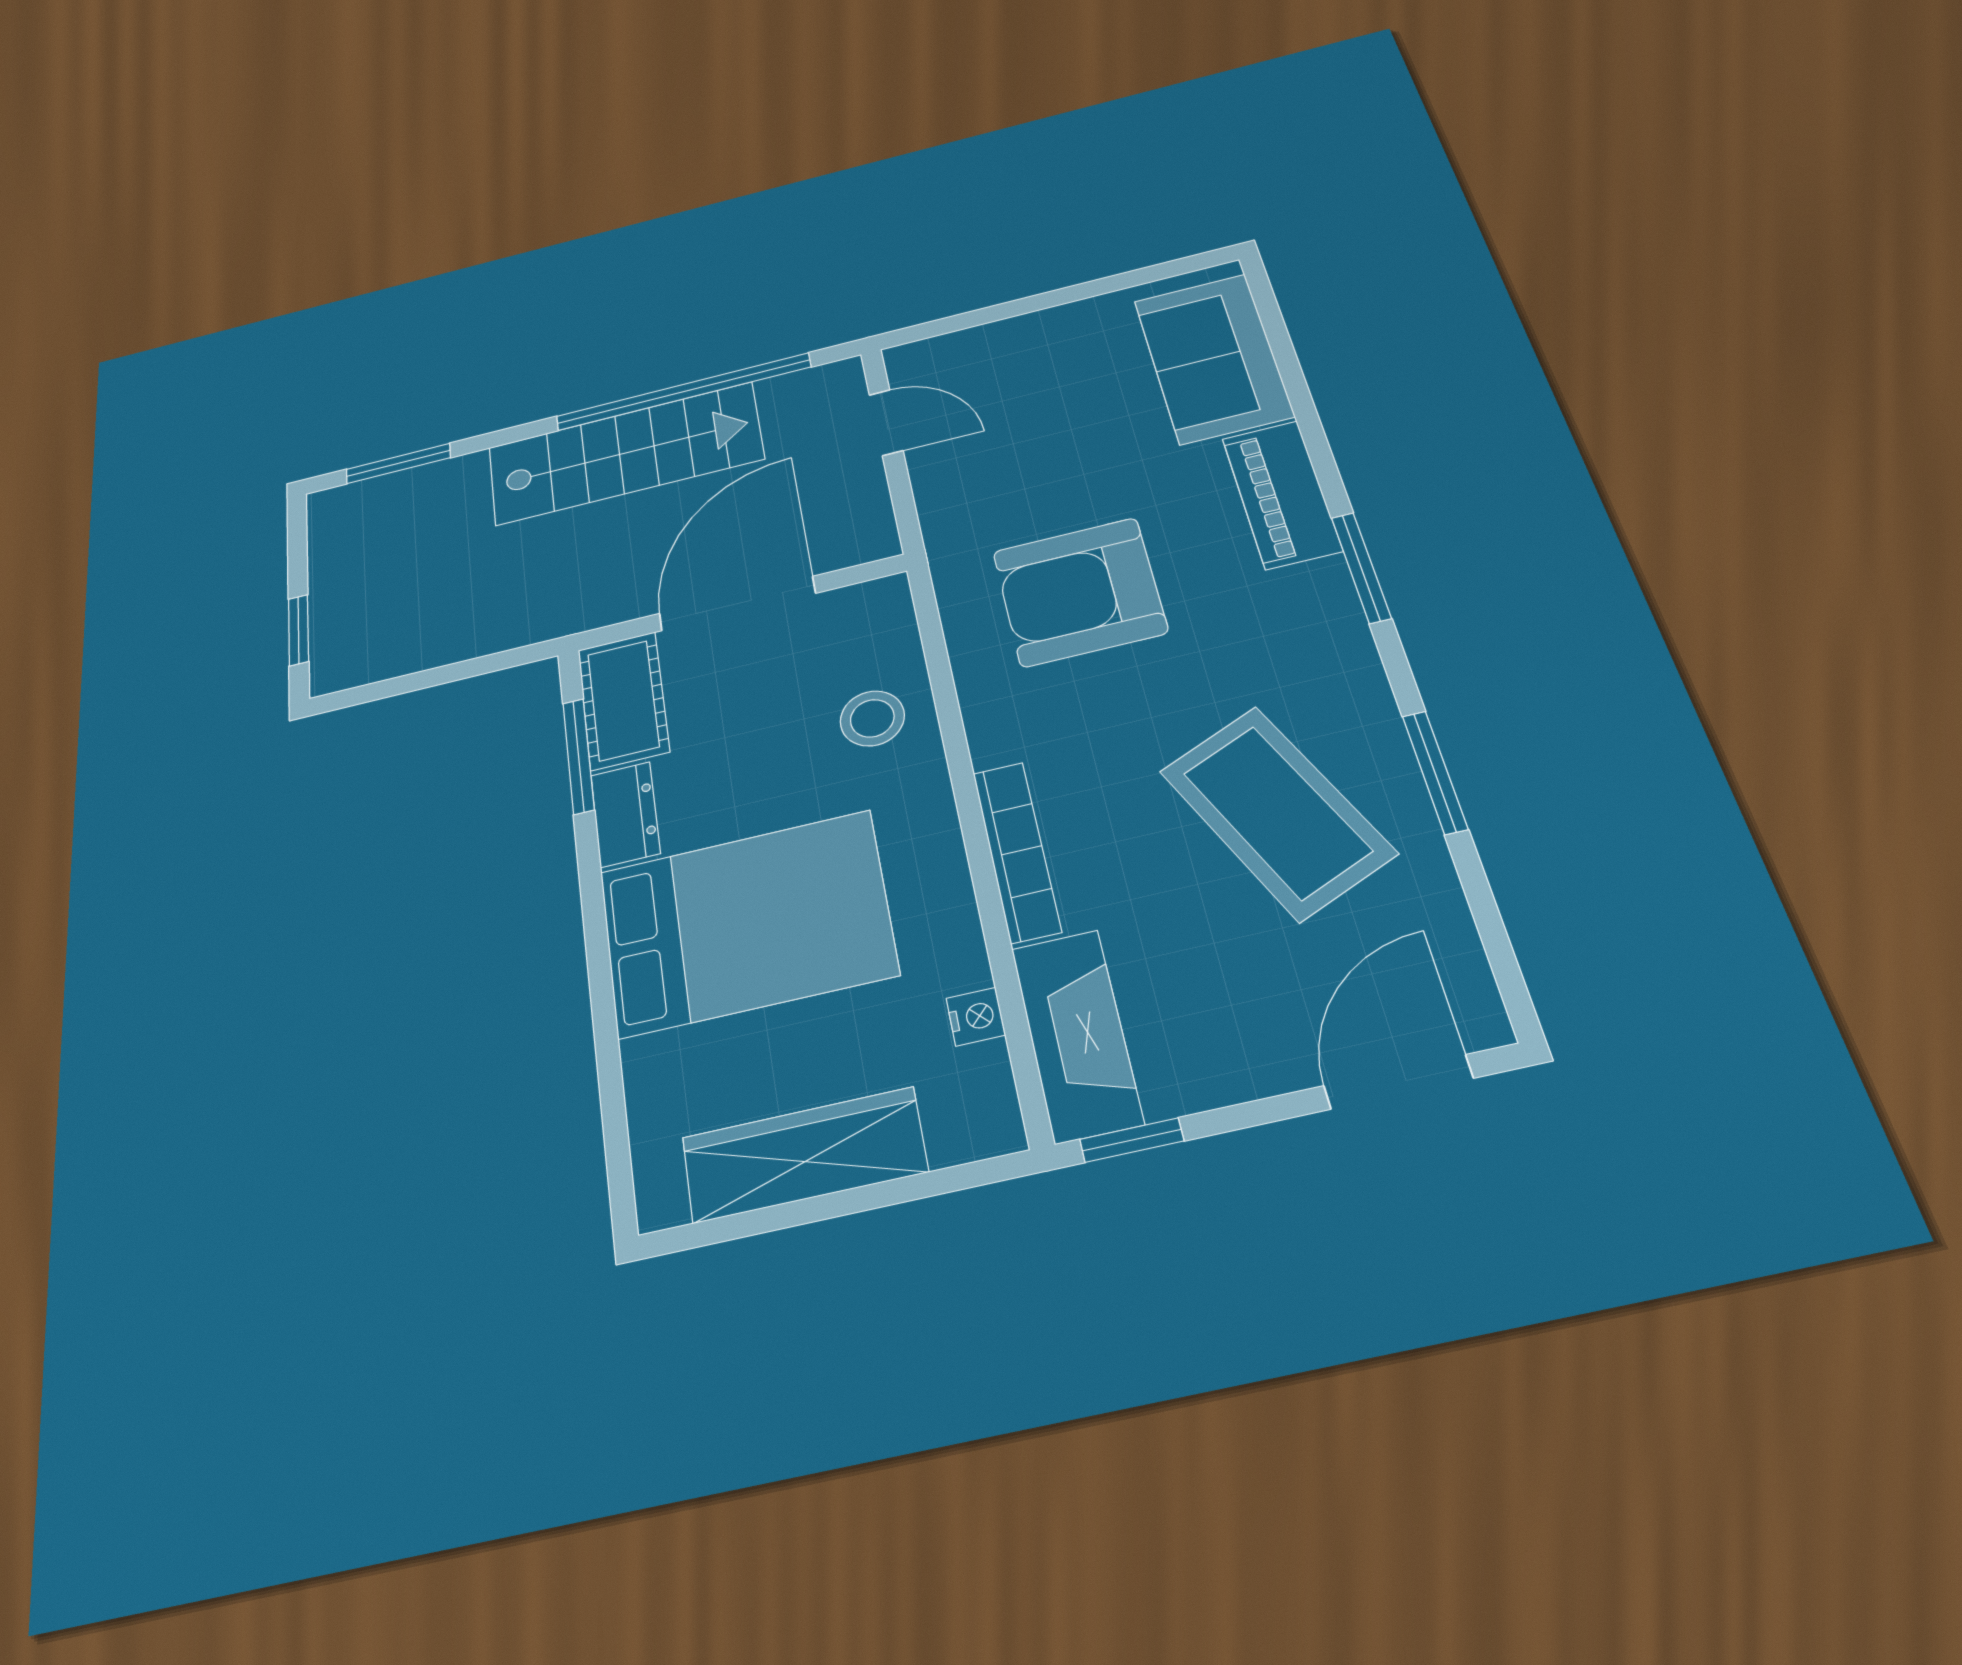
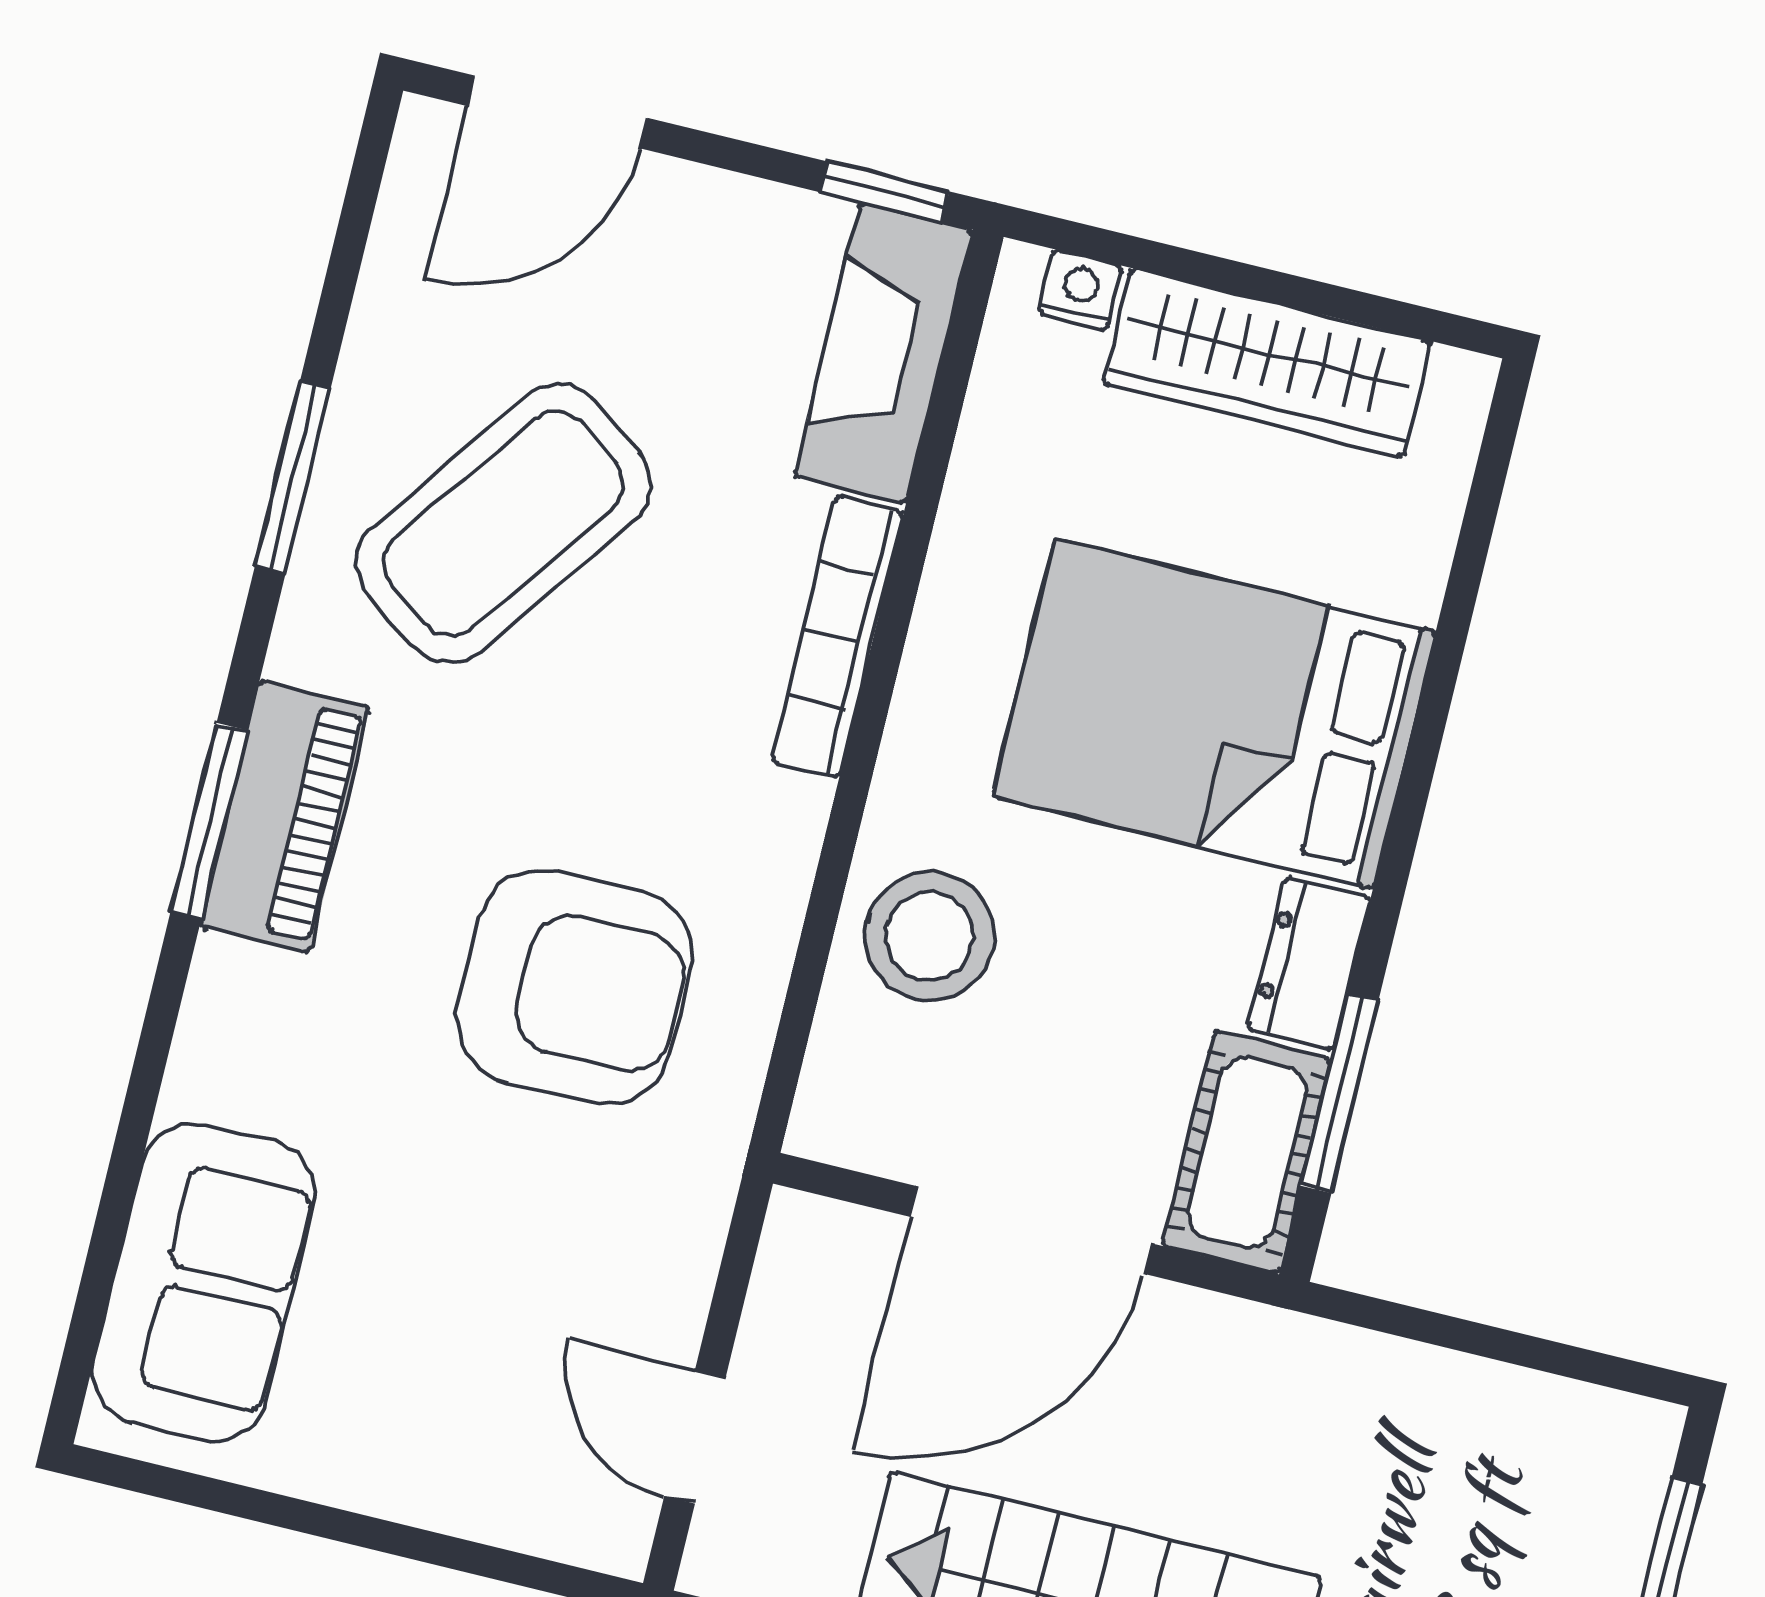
piano: (1282, 494) -> (285, 816), moved
stool: (872, 718) -> (929, 936), width x1.38, depth x1.38
coffee table: (1277, 812) -> (503, 523), turned 60
nightstand: (976, 1017) -> (1080, 290), moved, turned 90

